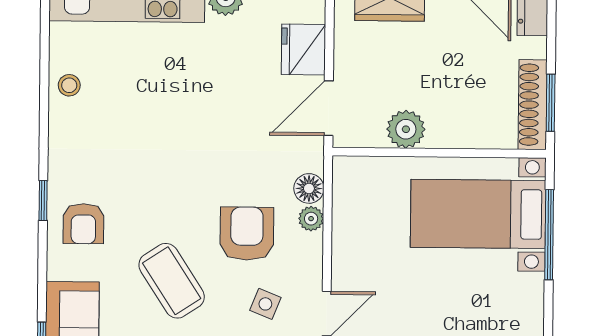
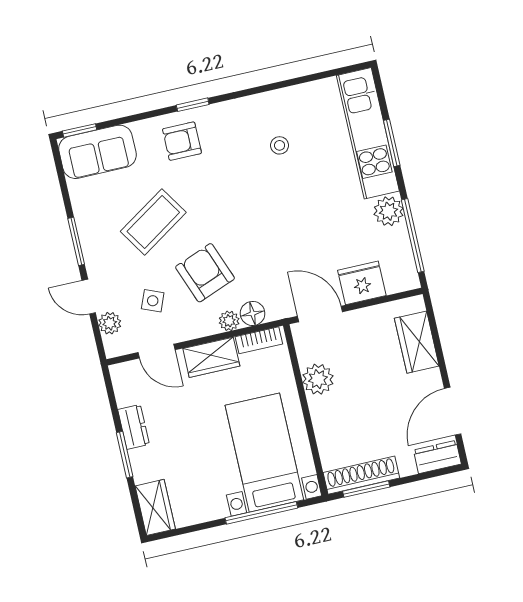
stool: (69, 85) -> (280, 145), moved
bookcase: (343, 188) -> (259, 340), added
armchair: (247, 234) -> (205, 273), turned -111
wardrobe: (349, 250) -> (211, 357), added

